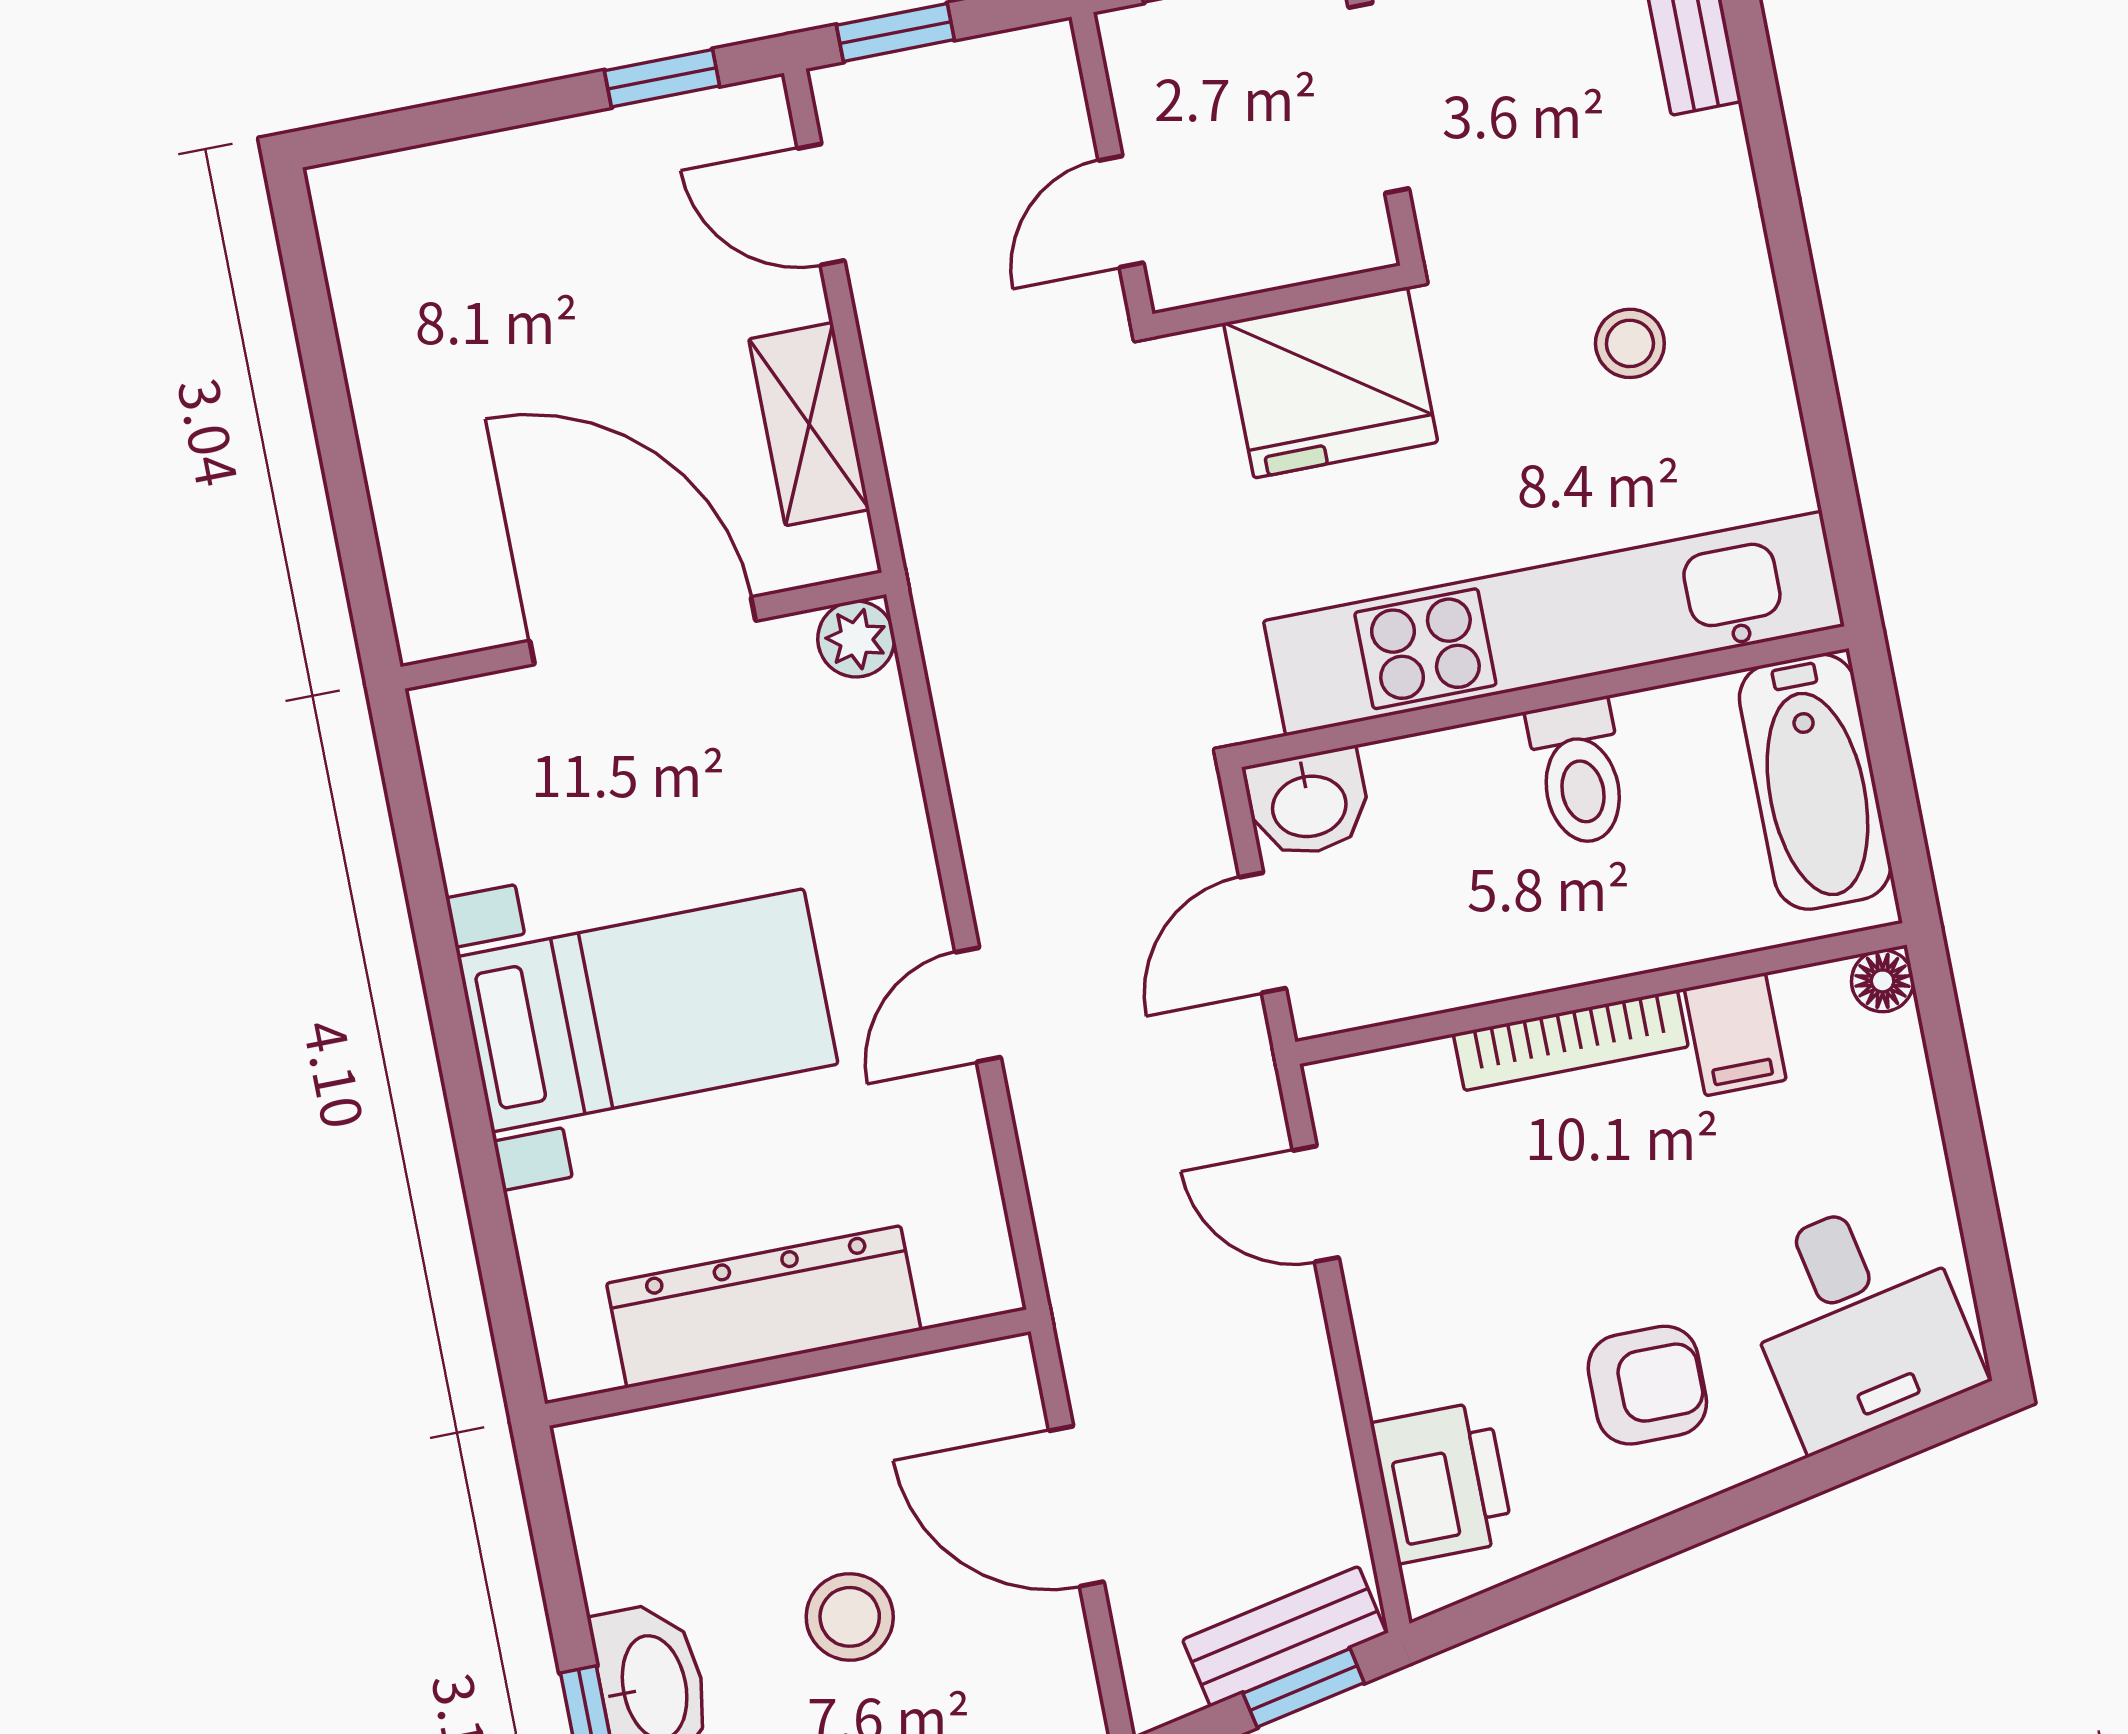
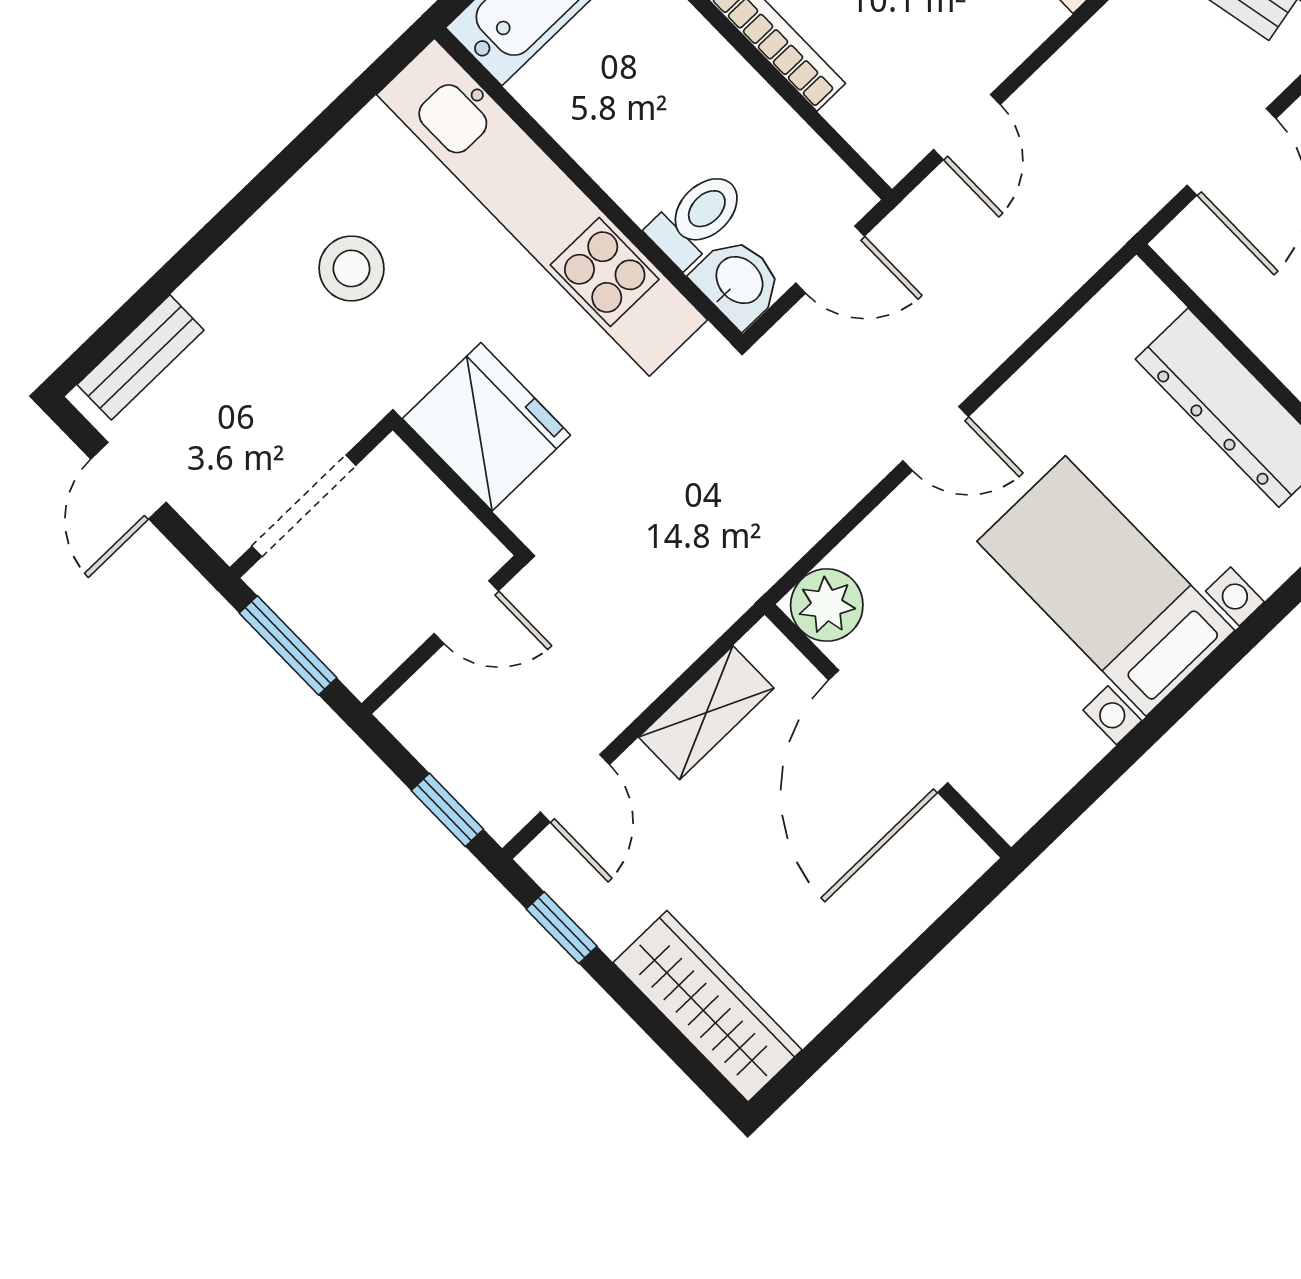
wardrobe: (451, 194) -> (708, 1006), added
stool: (1630, 343) -> (351, 268), width x1.37, depth x1.37
plant: (856, 639) -> (827, 605), width x1.38, depth x1.38
toilet: (1579, 772) -> (697, 218), moved
door: (978, 1005) -> (936, 439), moved

